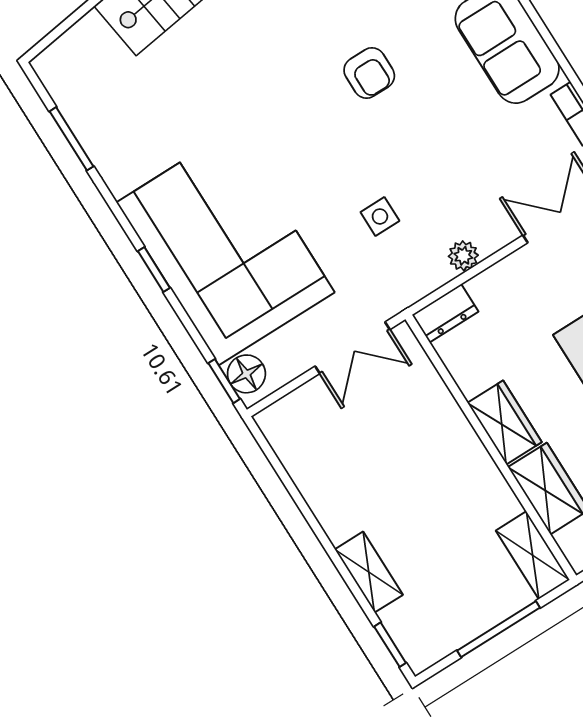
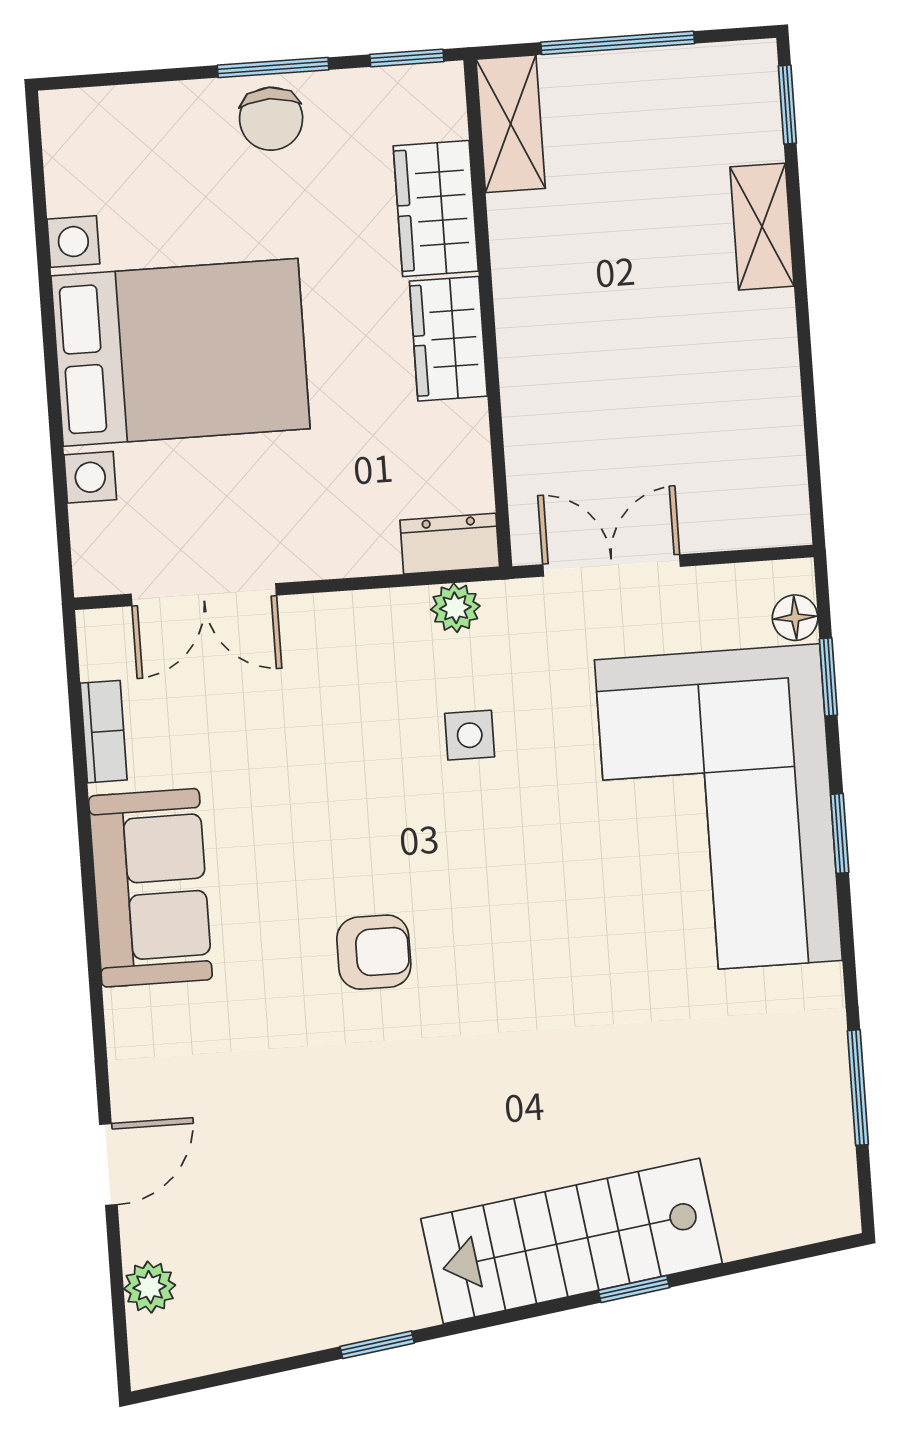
armchair: (369, 73) -> (374, 952), turned 90
plant: (463, 256) -> (455, 608), moved
floor lamp: (246, 374) -> (795, 618), width x0.73, depth x0.73
window: (224, 381) -> (828, 677), moved

